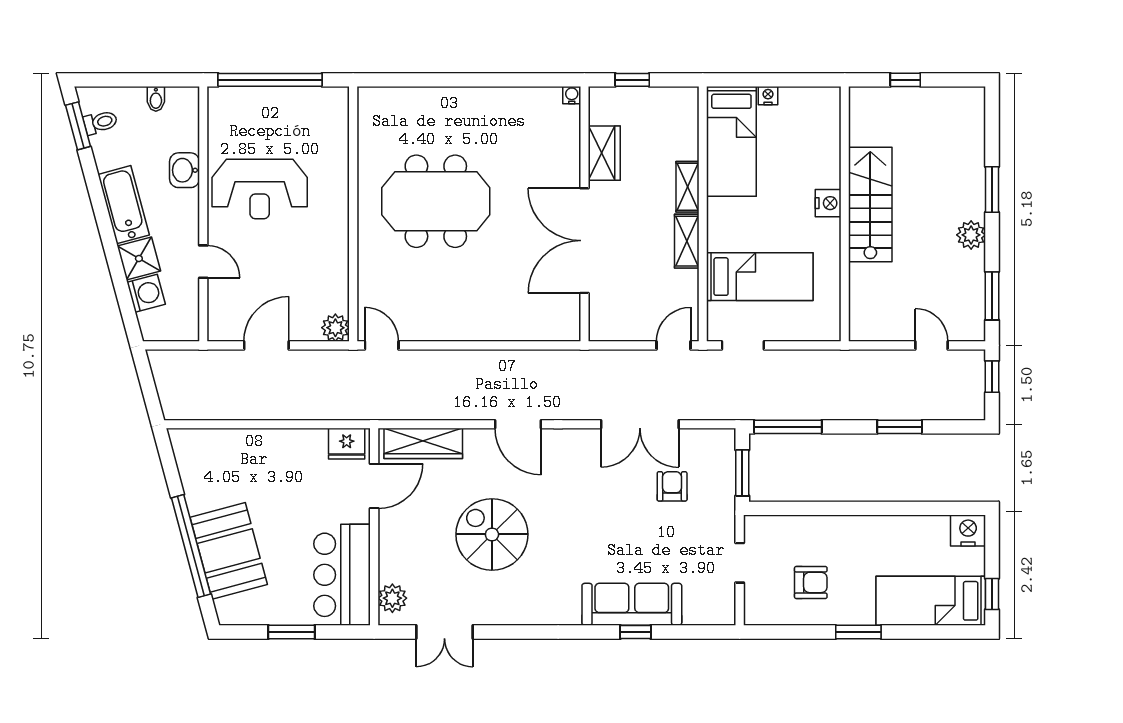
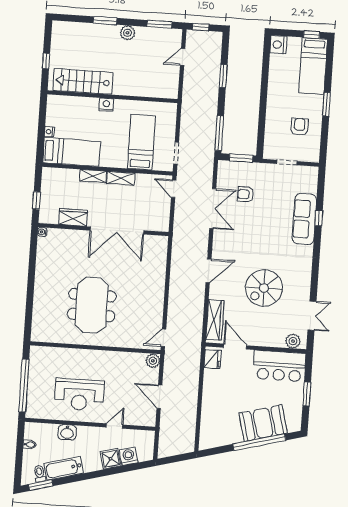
reception desk: (260, 189) -> (79, 395), turned 90
stairs: (870, 204) -> (83, 81), moved
bathtub: (124, 205) -> (64, 468), moved

